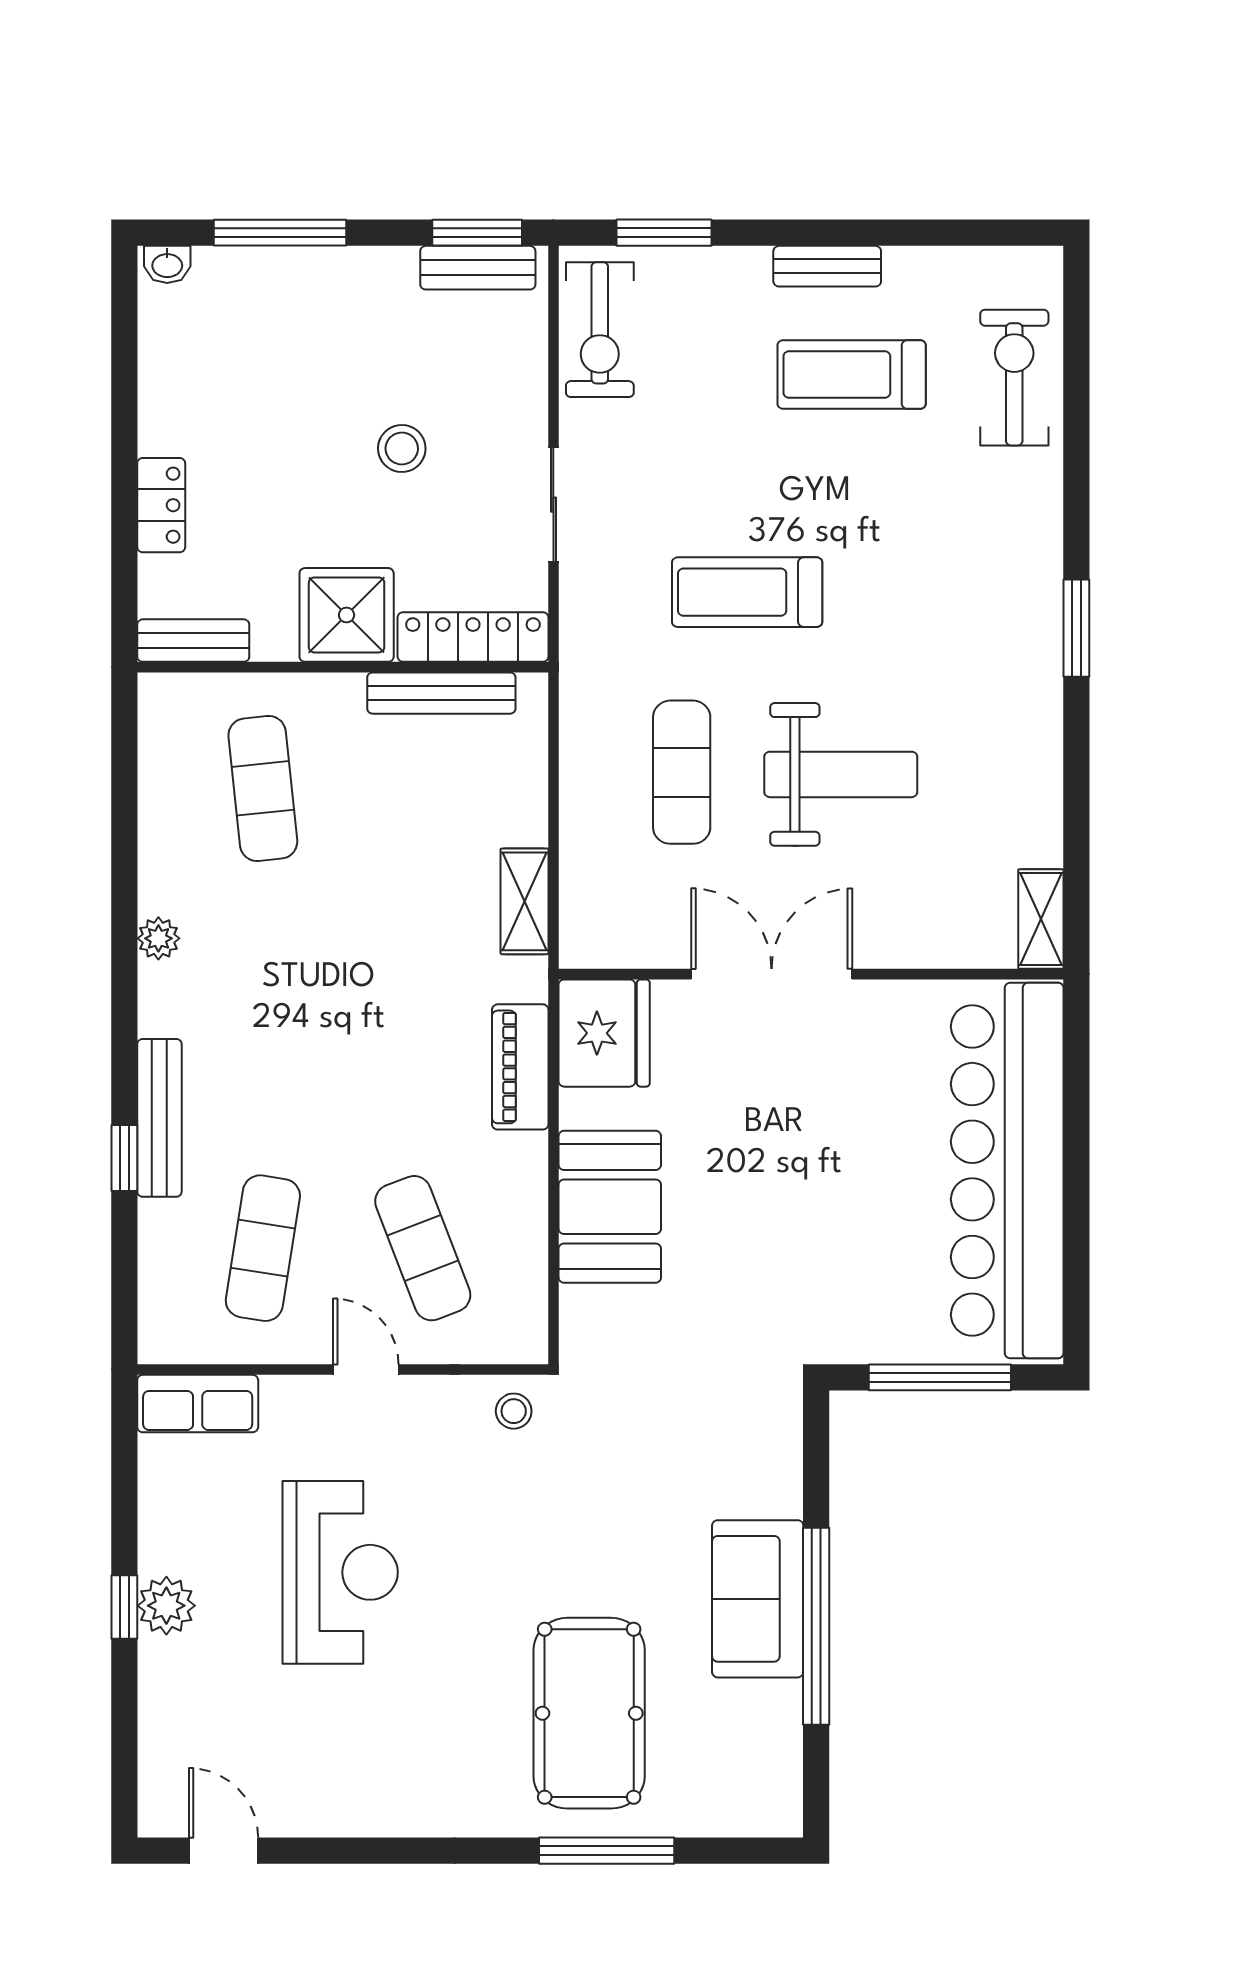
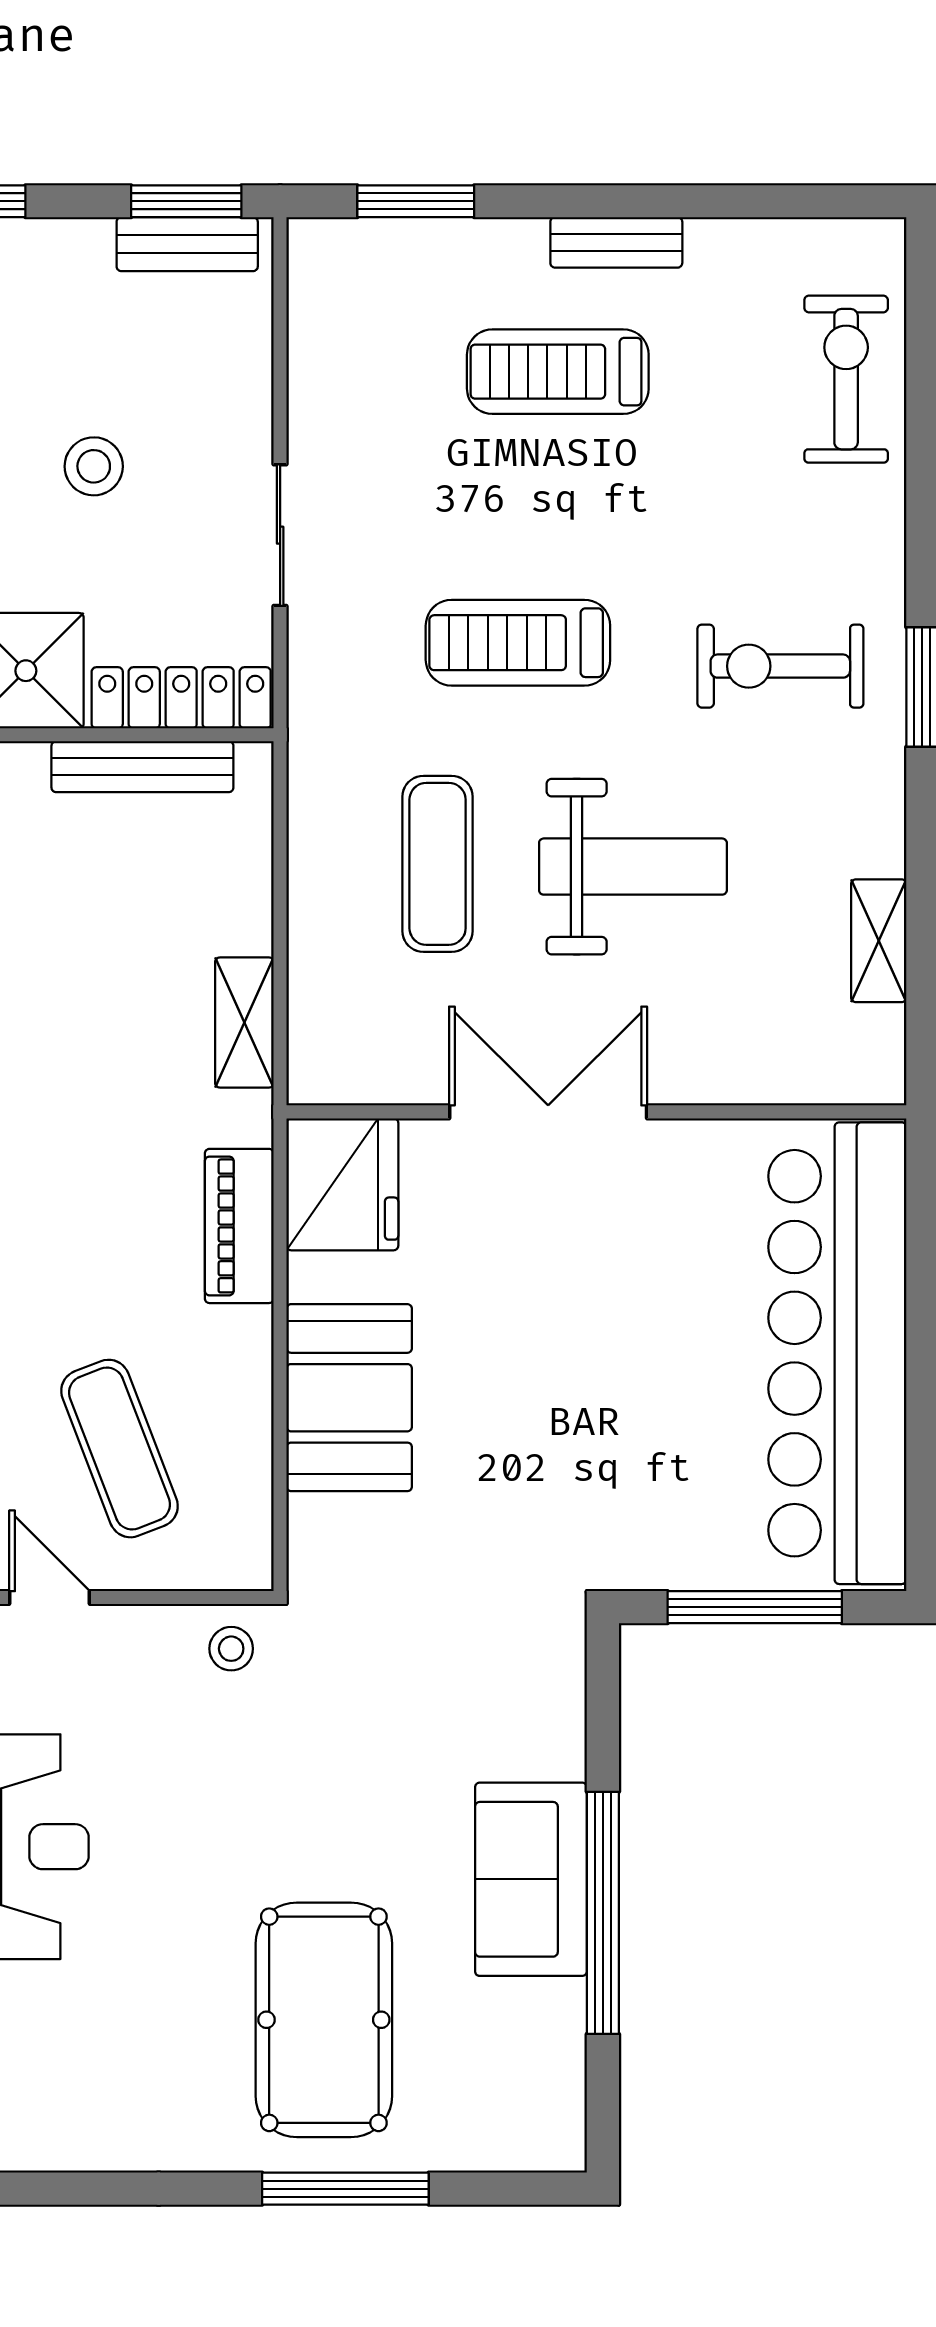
exercise bike: (600, 330) -> (780, 666), moved, turned 90
treadmill: (852, 375) -> (558, 372), moved
shelving: (1041, 919) -> (879, 941), moved

